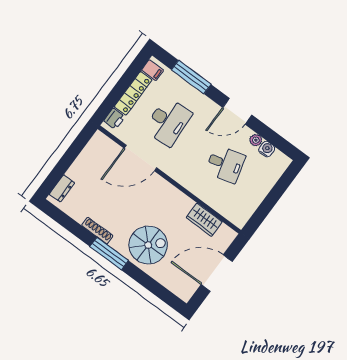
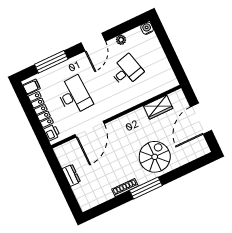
water cooler: (267, 149) -> (147, 28), moved
dresser: (62, 188) -> (71, 175), moved

